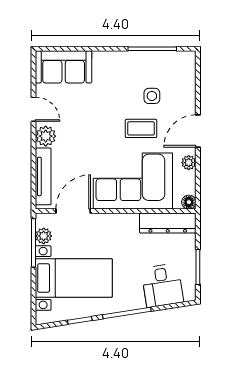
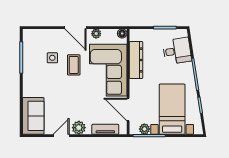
tv unit: (43, 176) -> (105, 129), width x0.71
dresser: (168, 223) -> (136, 60), moved

